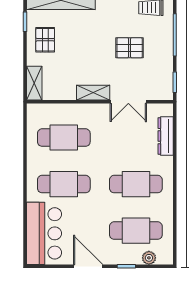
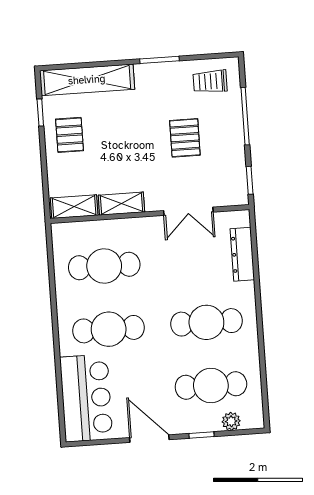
pallet: (130, 48) -> (185, 138), turned 90
shelving: (34, 83) -> (74, 207), moved, turned 90
shelving: (93, 93) -> (121, 204), moved

